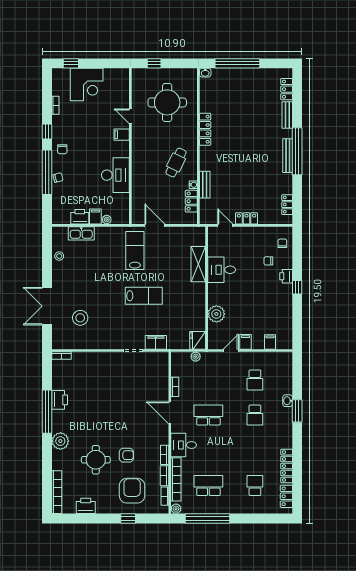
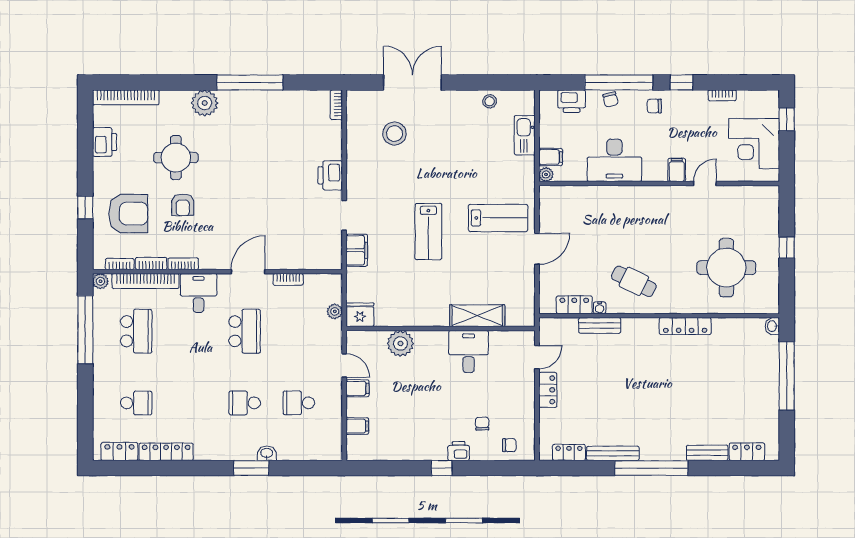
door: (130, 116) -> (705, 183), moved
filing cabinet: (122, 135) -> (677, 170), moved
wall: (130, 146) -> (659, 183), moved
bench: (288, 156) -> (613, 453), moved
desk: (115, 175) -> (614, 160), moved
printer: (80, 217) -> (572, 101), moved, turned 90
printer: (60, 400) -> (330, 175), moved, turned 90

